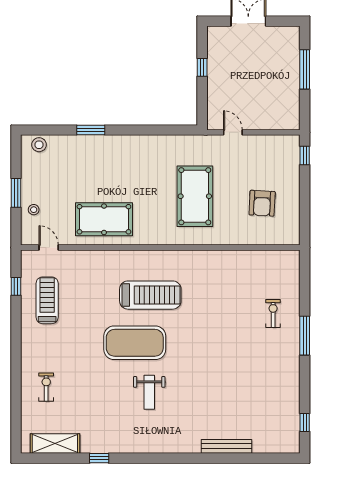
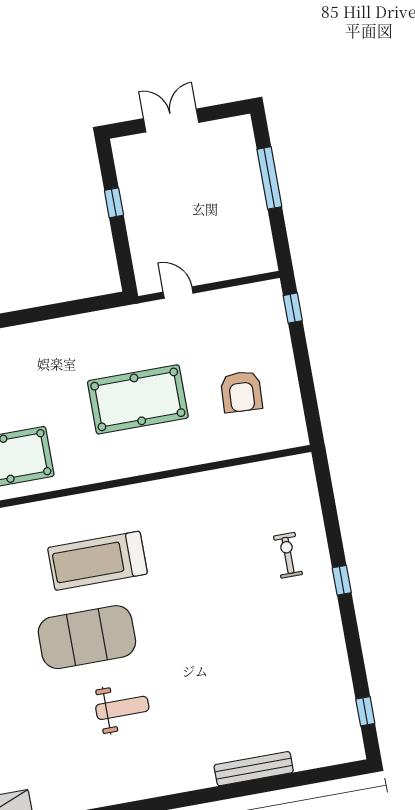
pool table: (195, 196) -> (138, 399), turned 90
treadmill: (150, 295) -> (97, 561), turned 180
window: (305, 336) -> (342, 580), width x0.46
weight bench: (149, 392) -> (122, 708), turned -90

